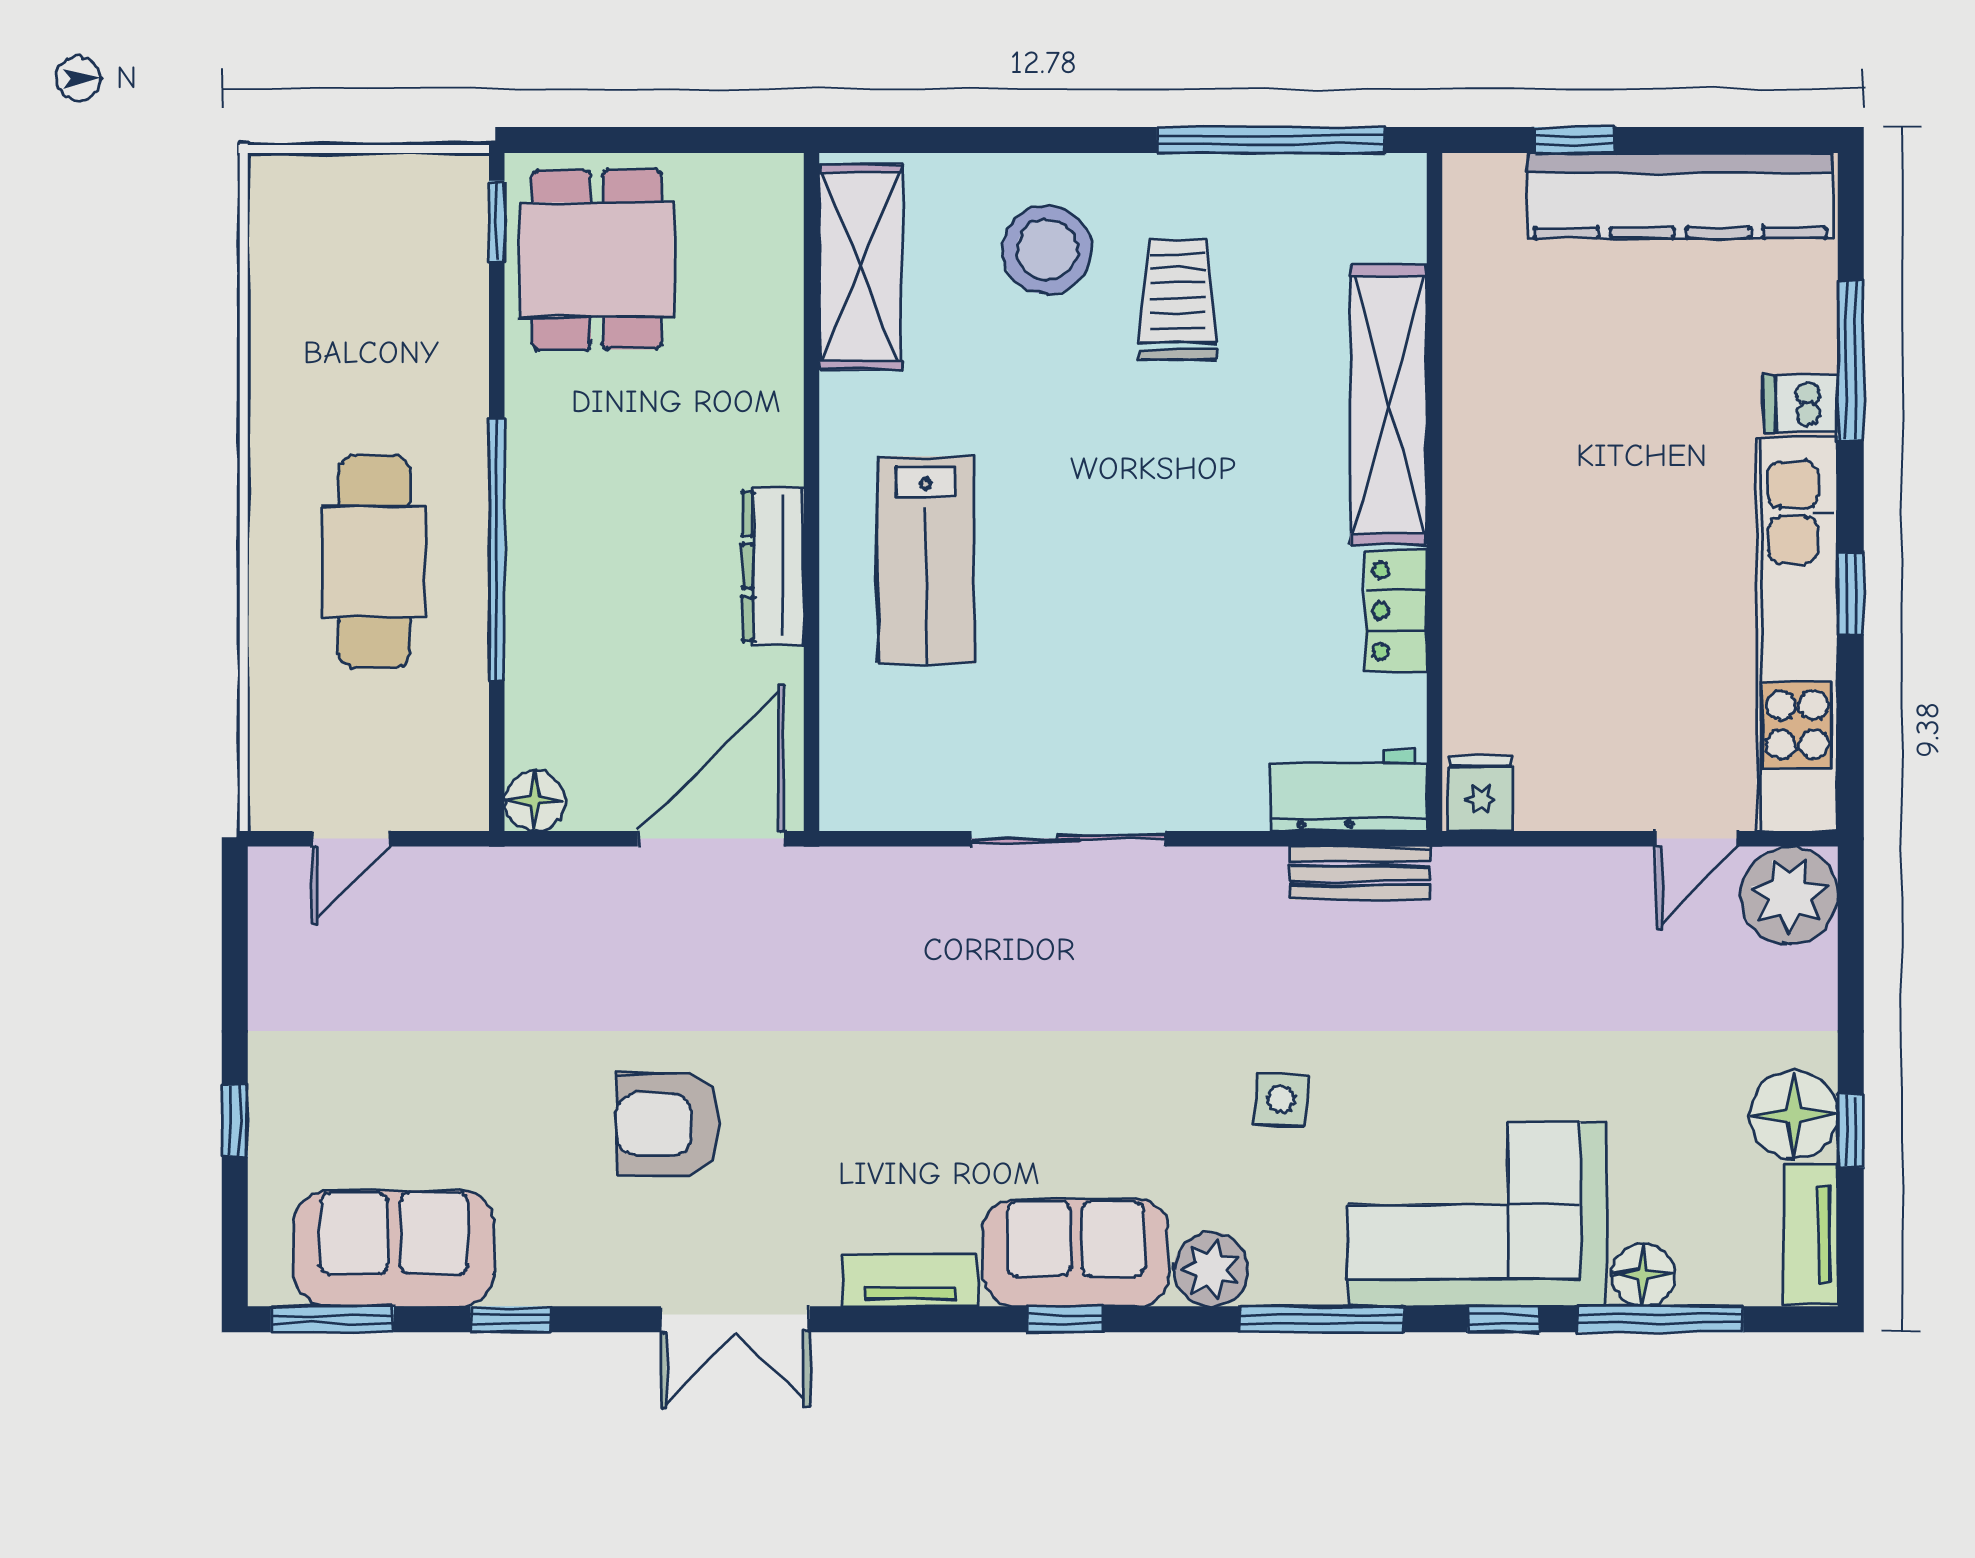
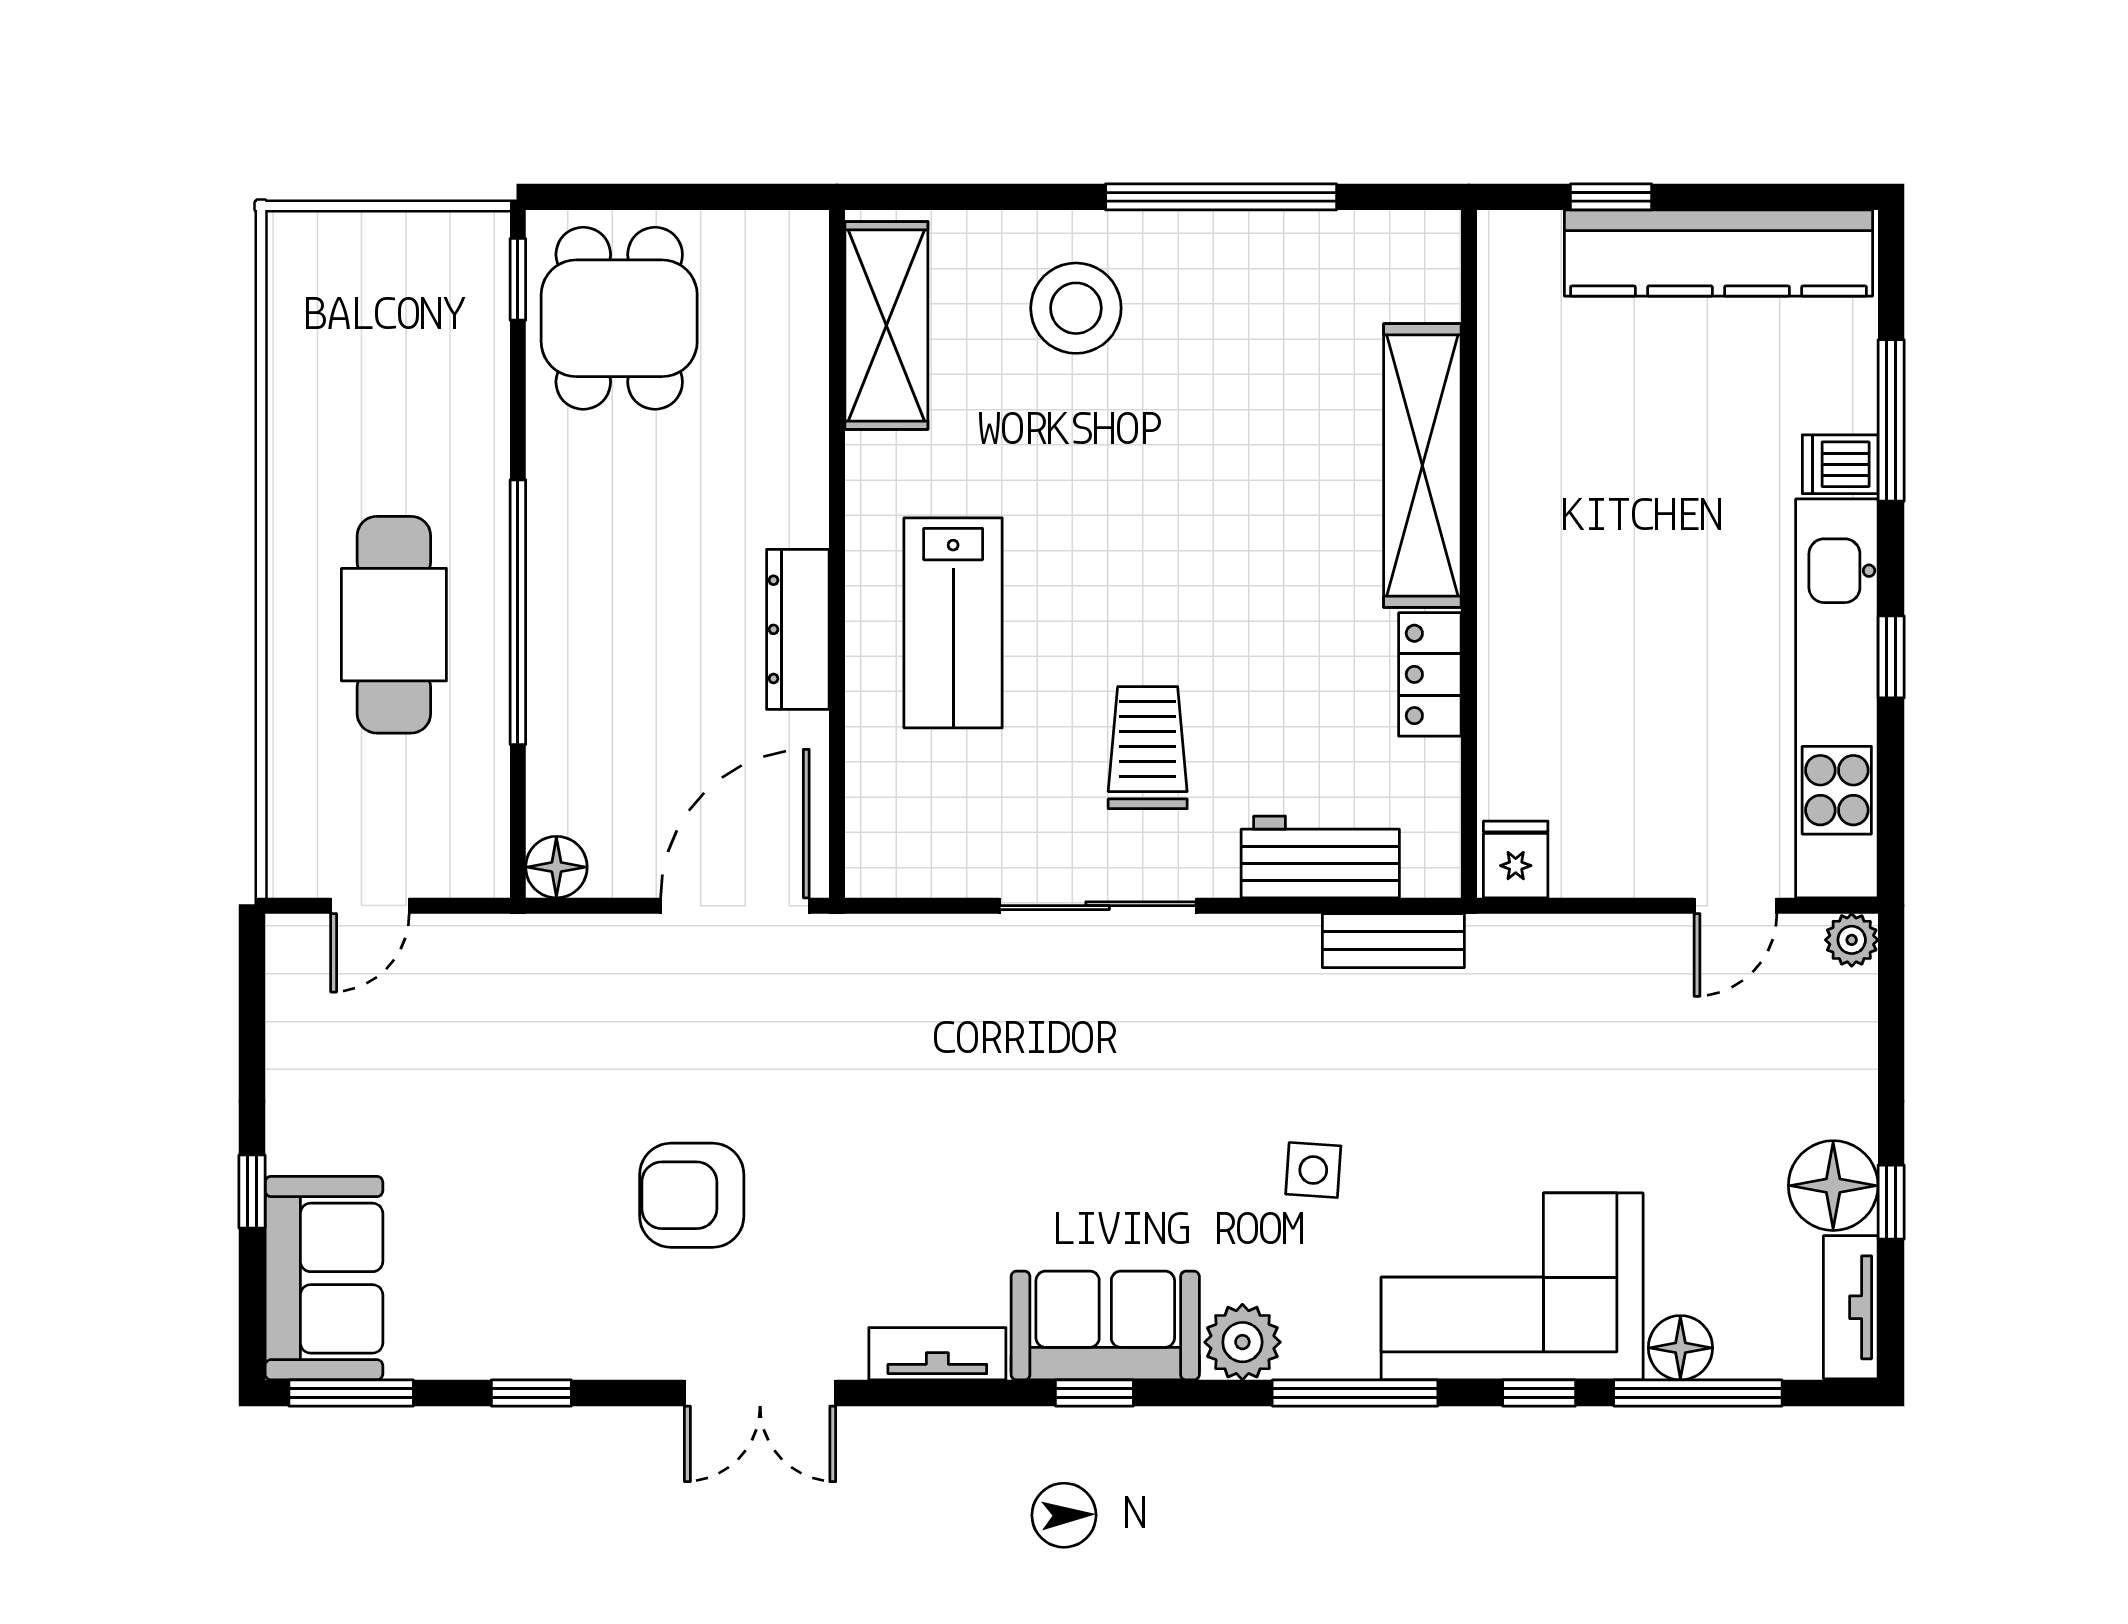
window: (1271, 140) -> (1221, 197), moved
trolley: (1178, 299) -> (1148, 748), moved
workbench: (1349, 791) -> (1320, 857), moved
plant: (1789, 895) -> (1852, 940), width x0.53, depth x0.53
sofa: (394, 1248) -> (324, 1278), moved, turned 90

